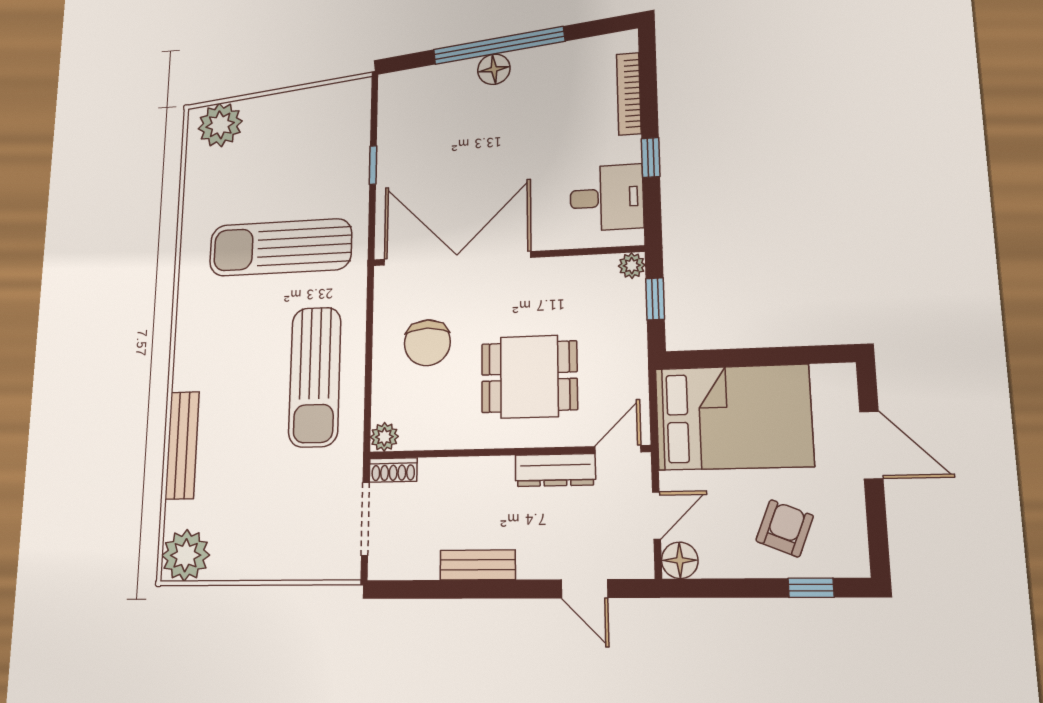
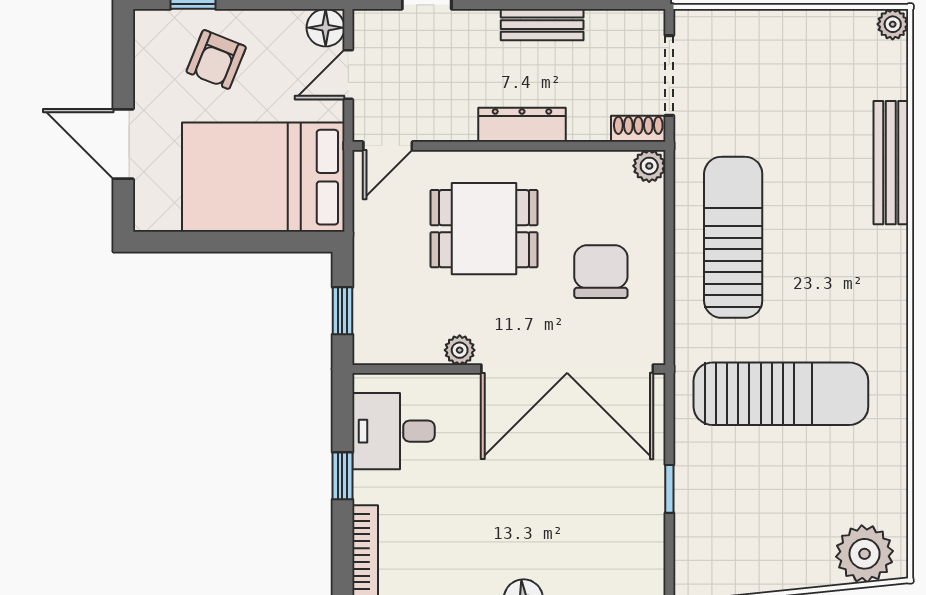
plant: (632, 266) -> (460, 350), moved
dresser: (555, 470) -> (522, 125), moved
plant: (186, 555) -> (893, 24), width x0.53, depth x0.53

